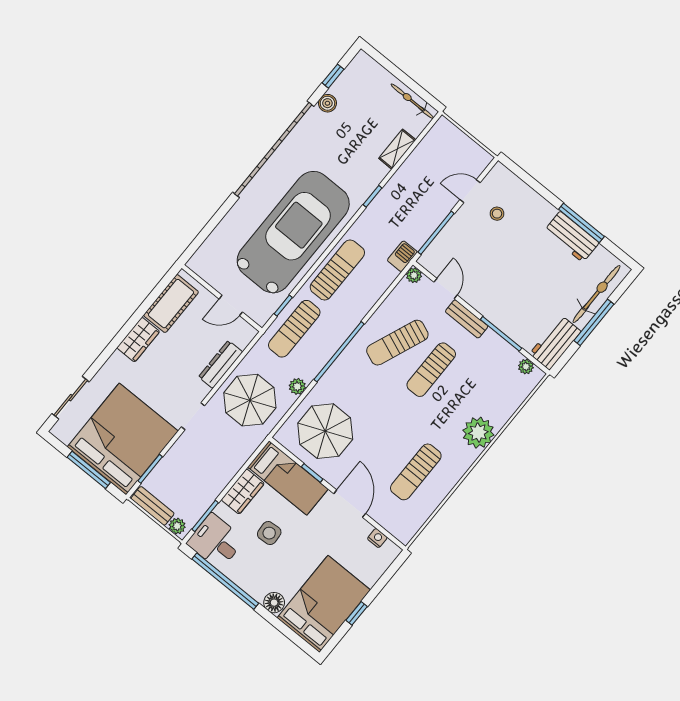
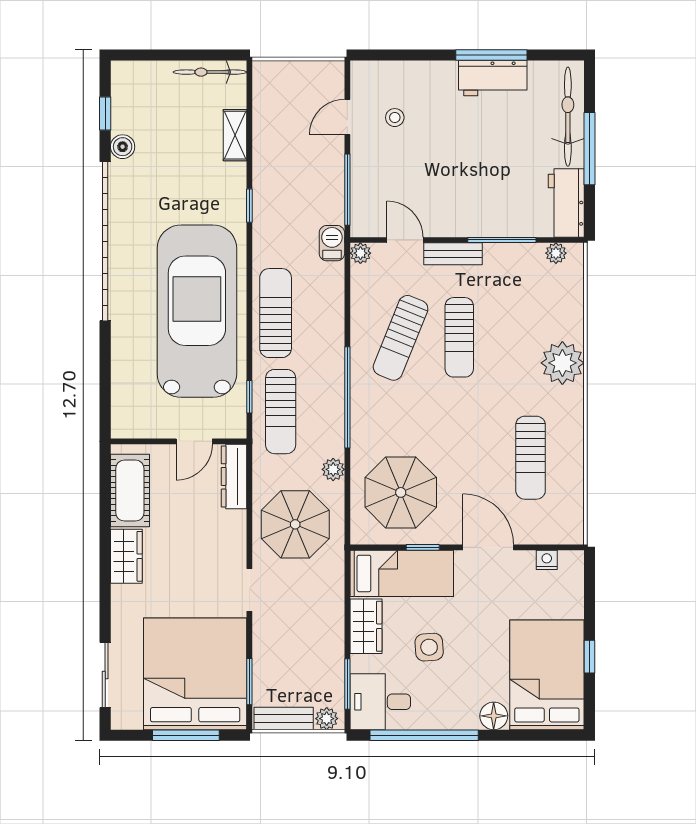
dresser: (221, 364) -> (234, 476), moved

